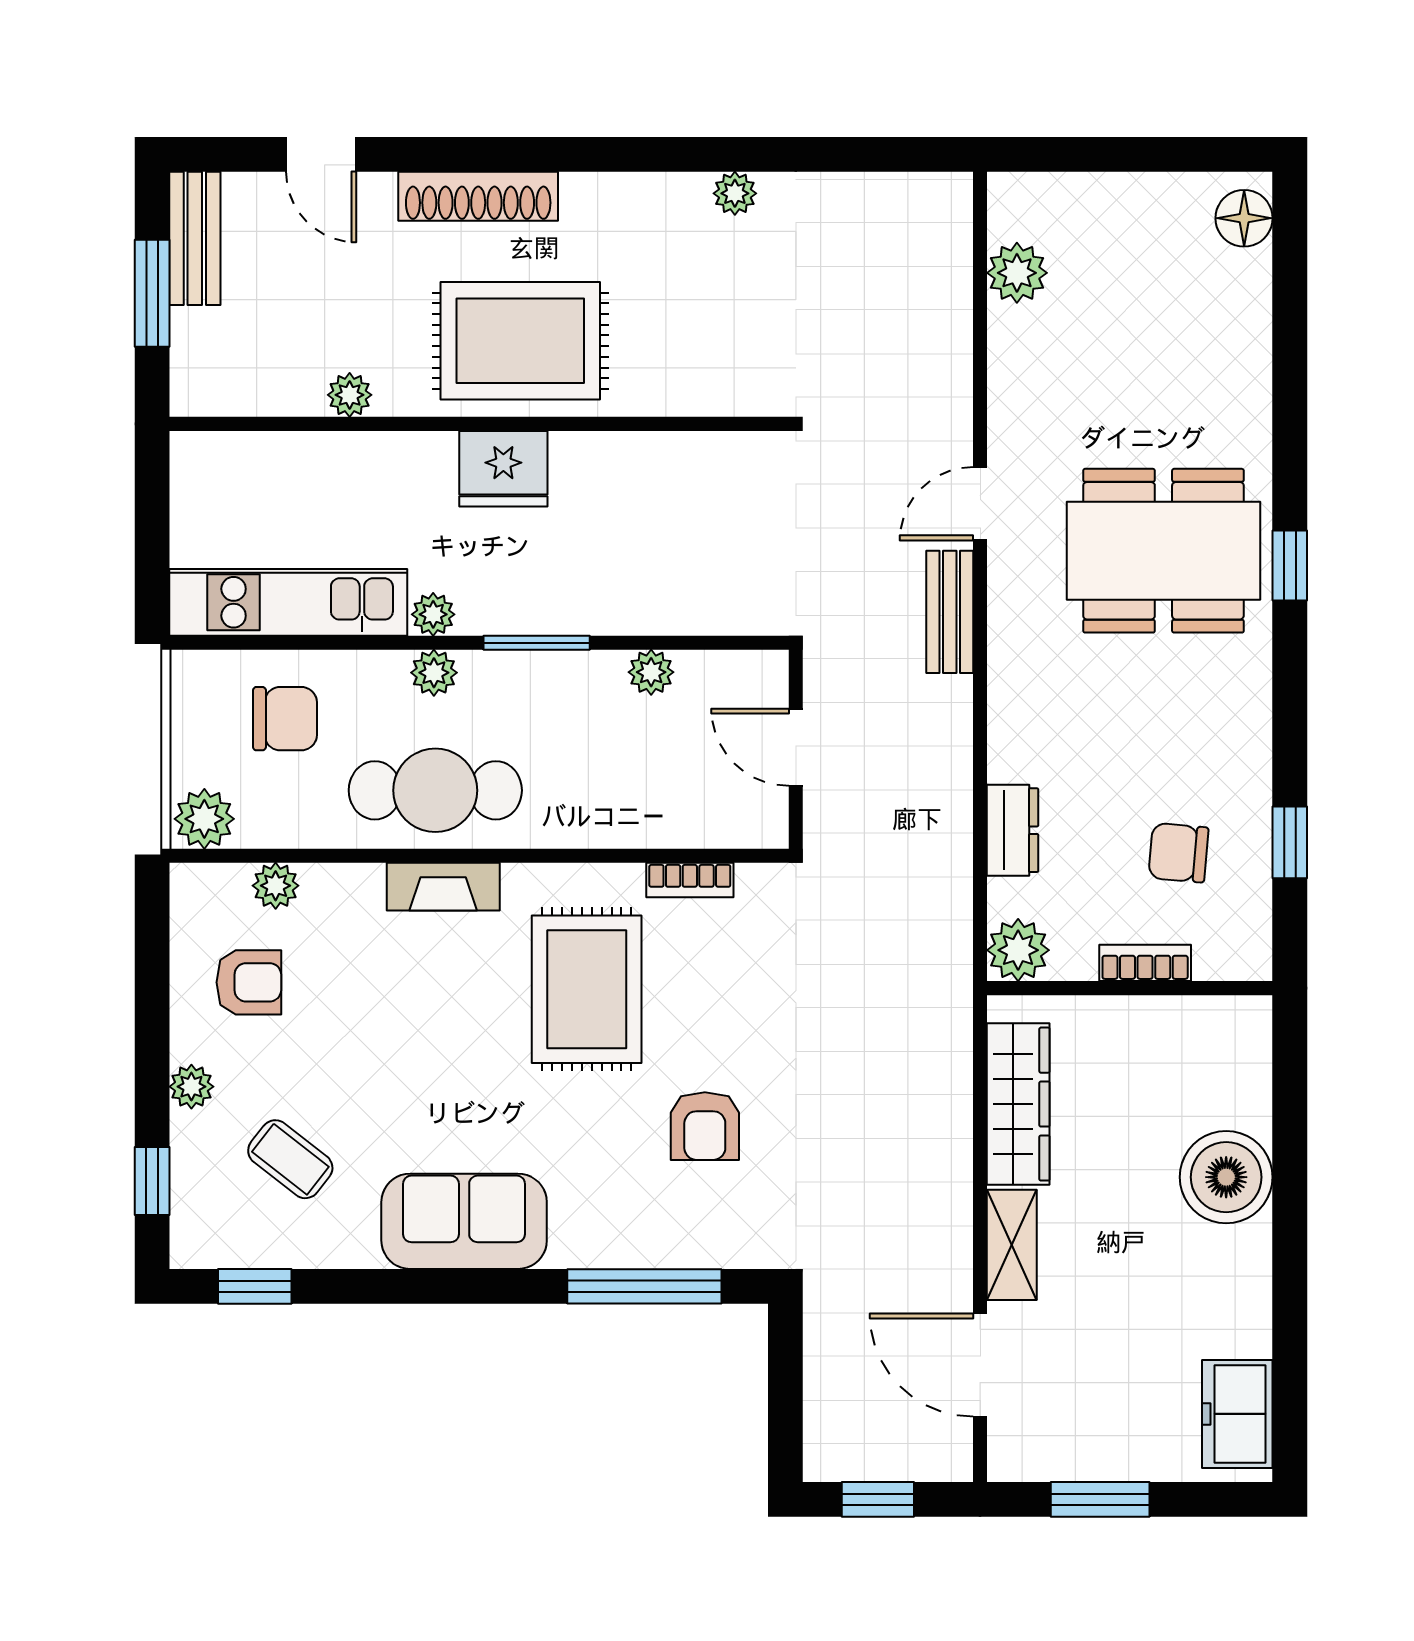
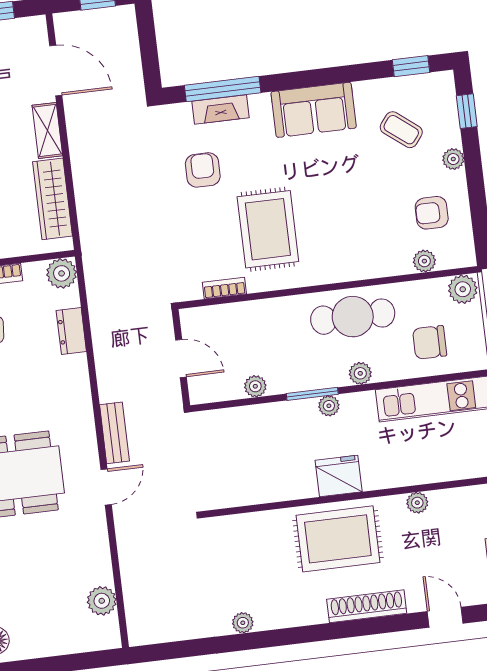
plant: (433, 614) -> (329, 406), moved
fireplace: (443, 887) -> (221, 109), moved, turned 180

